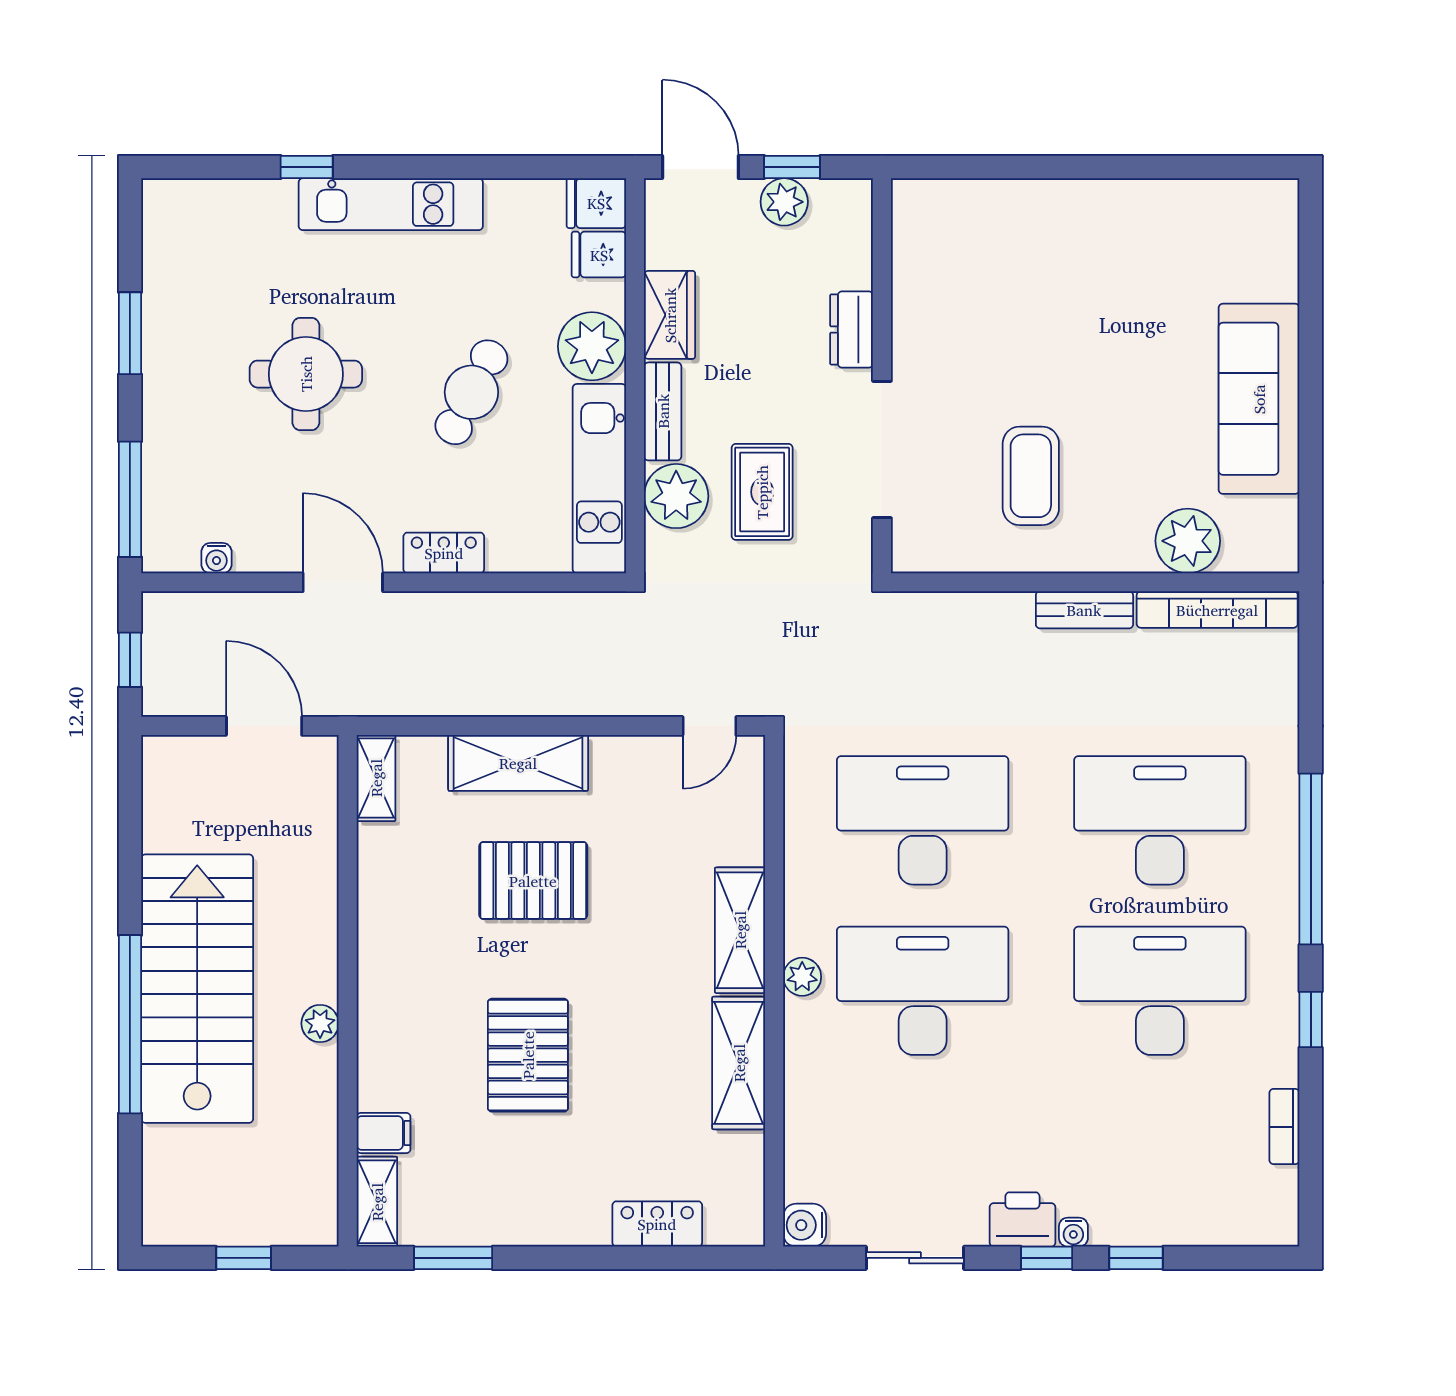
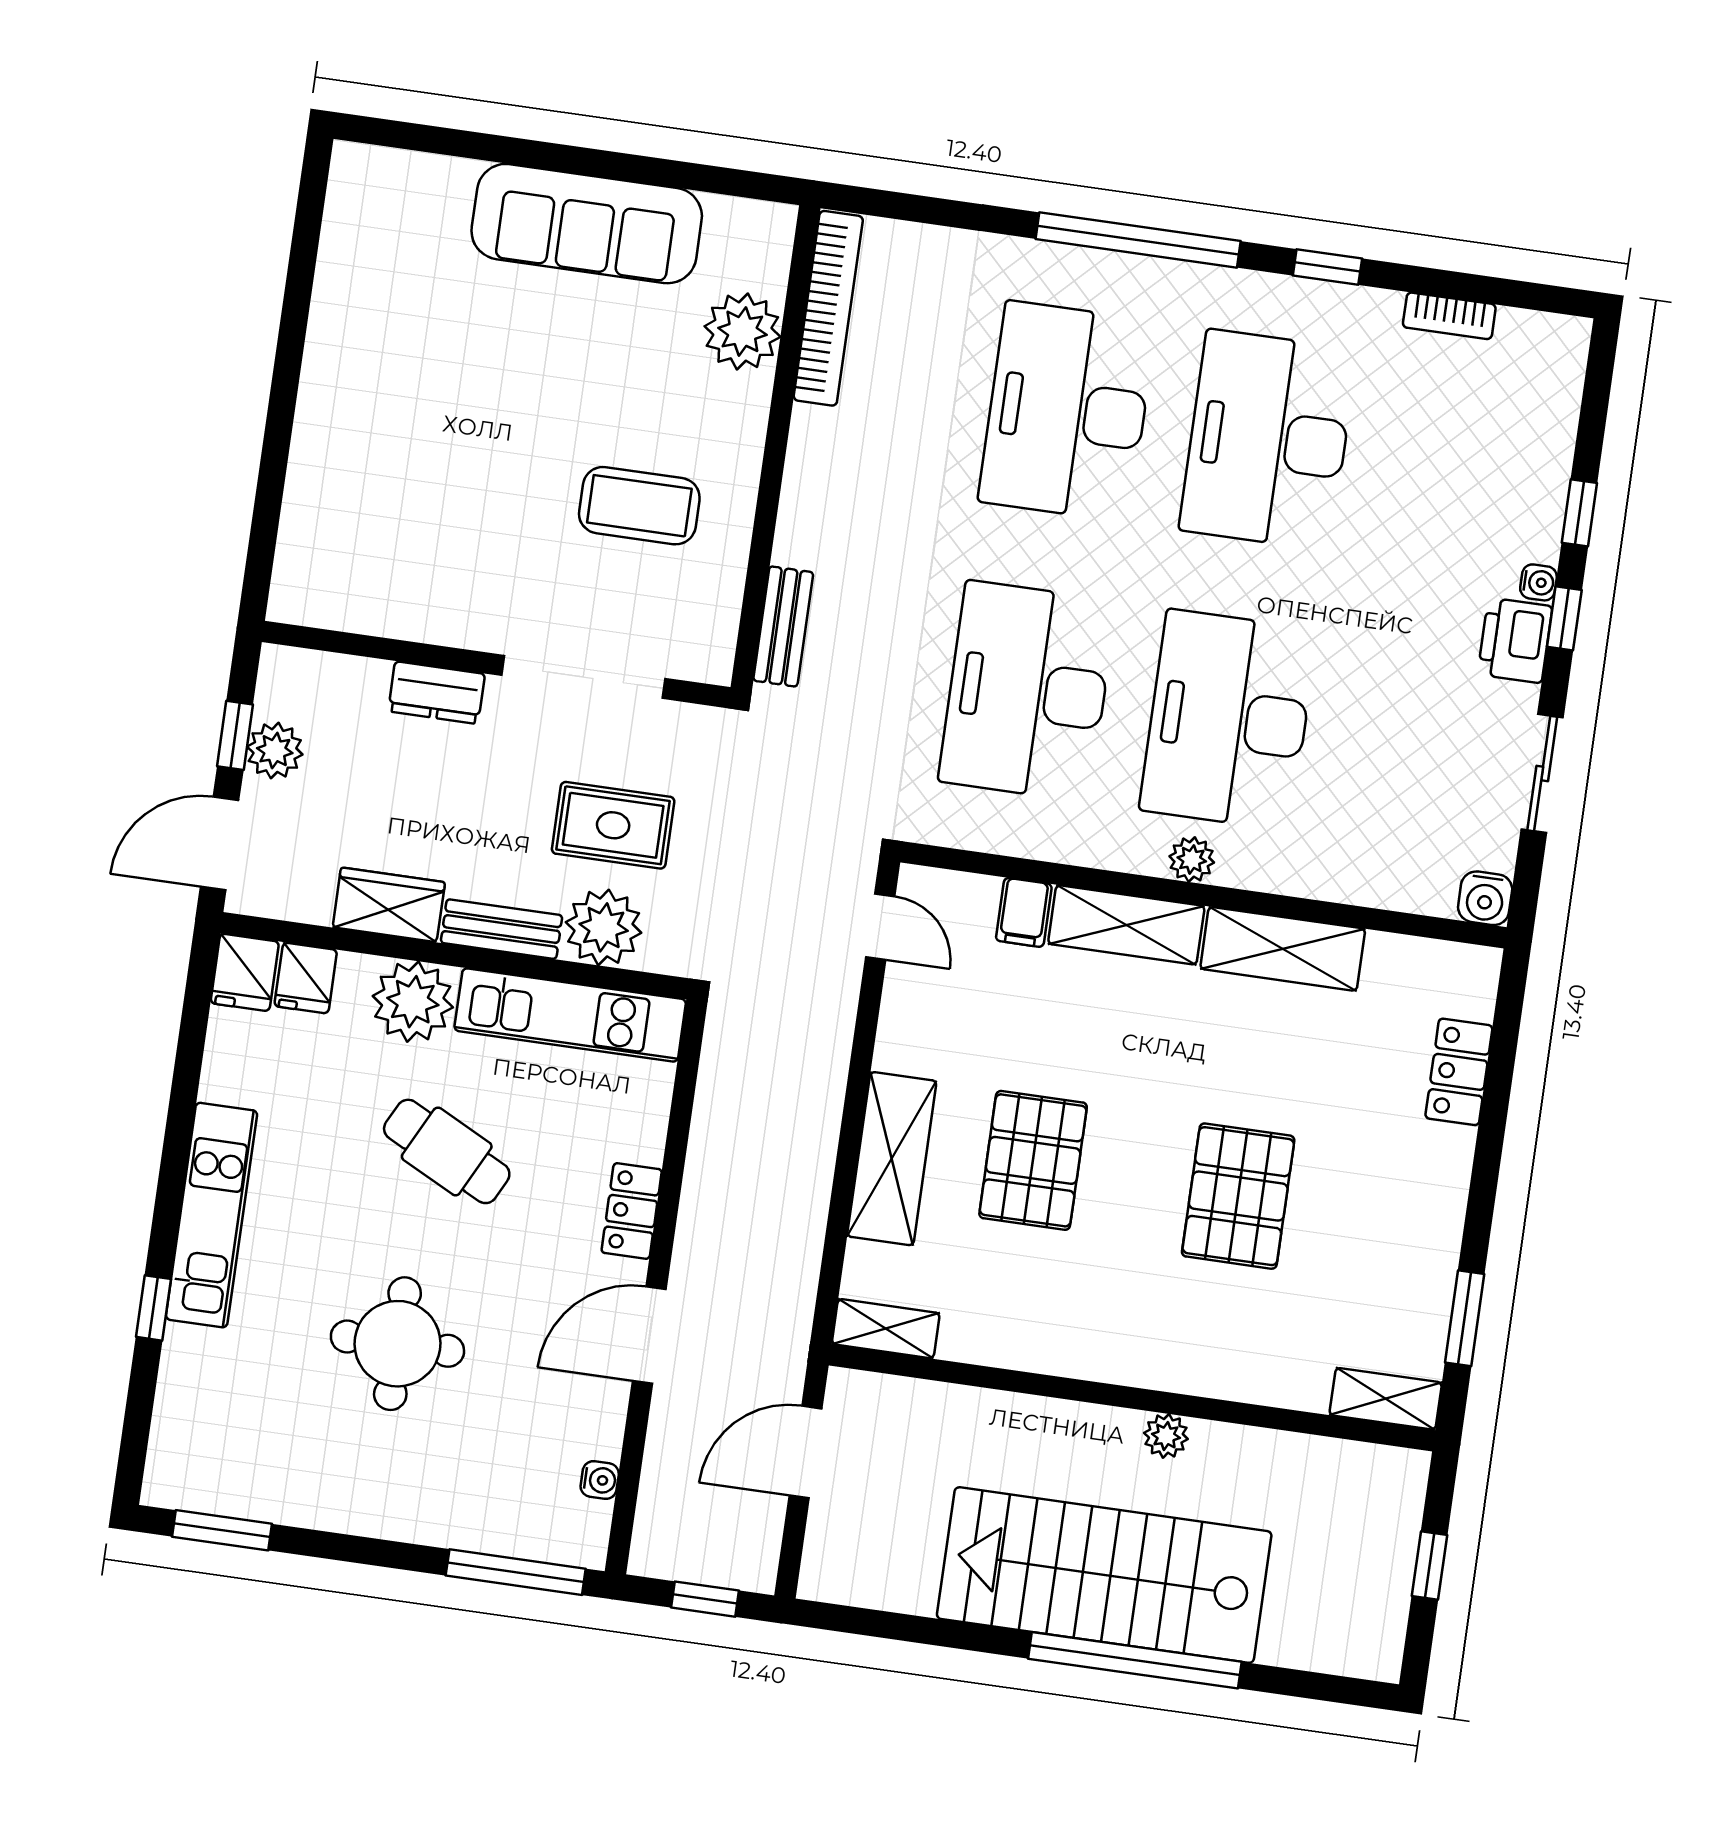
window: (130, 333) -> (222, 1530), moved
bench: (1084, 610) -> (783, 626), moved
pallet: (528, 1055) -> (1238, 1196), turned 90
filing cabinet: (384, 1133) -> (1024, 912), moved, turned 180

